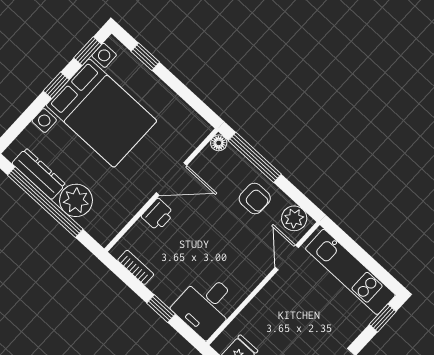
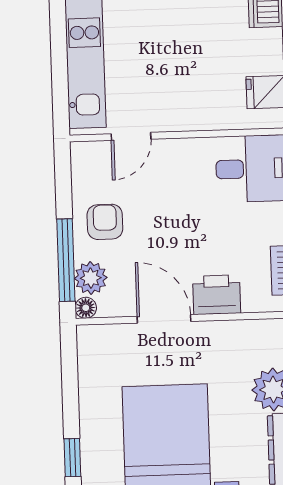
printer: (158, 215) -> (217, 295), width x1.36, depth x1.24
plant: (294, 218) -> (91, 278), moved

